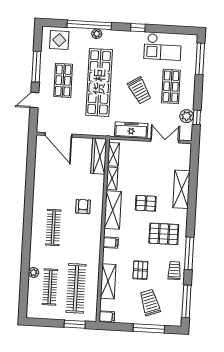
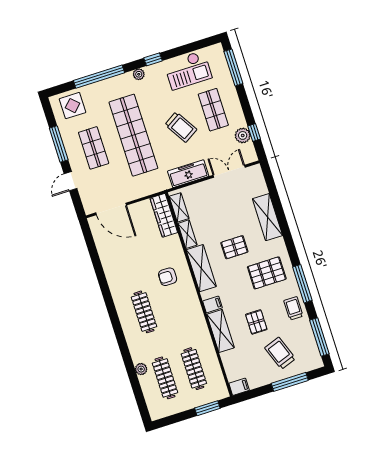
plant: (97, 34) -> (139, 74), moved
armchair: (83, 207) -> (168, 277), turned -90
shelving: (108, 281) -> (221, 331), moved
clothes rail: (76, 288) -> (194, 369), width x0.73, depth x0.76

